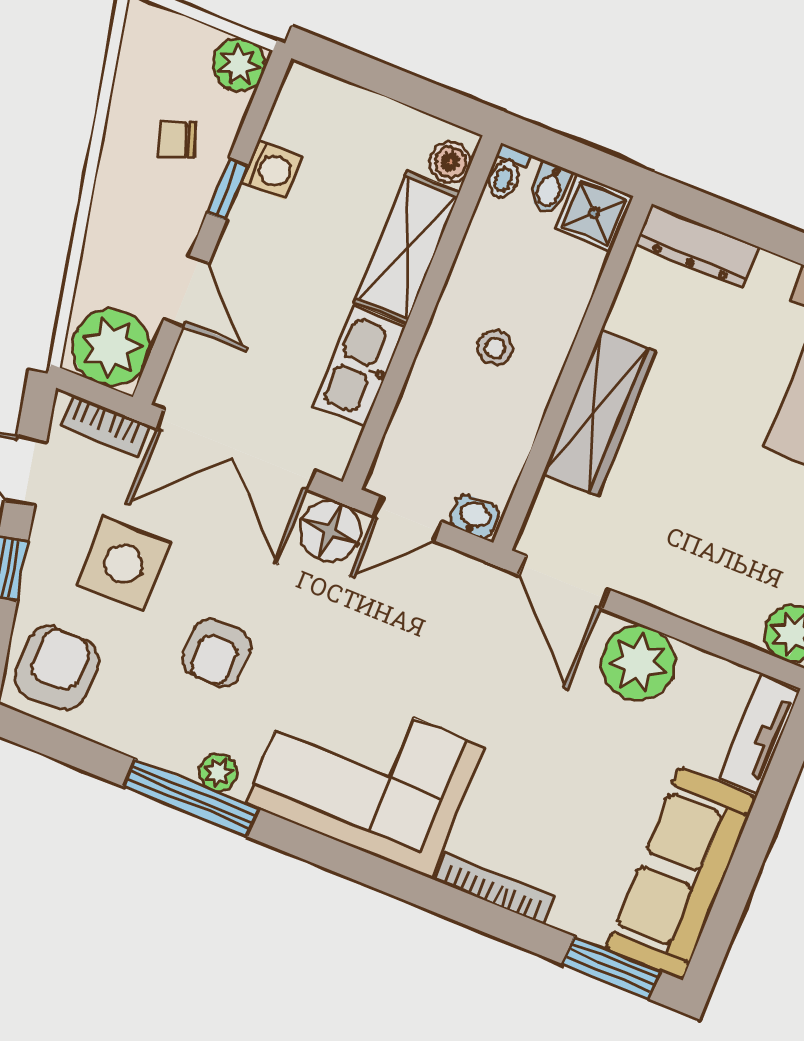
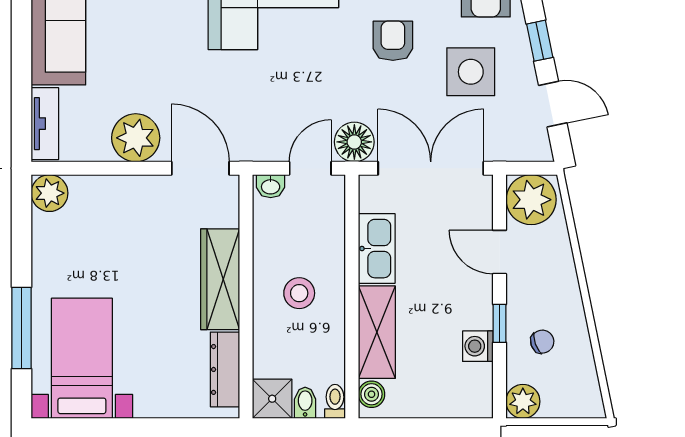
dresser: (697, 246) -> (225, 369), moved, turned -90
stool: (495, 348) -> (299, 293), width x1.37, depth x1.37
bookcase: (105, 426) -> (516, 151), removed

